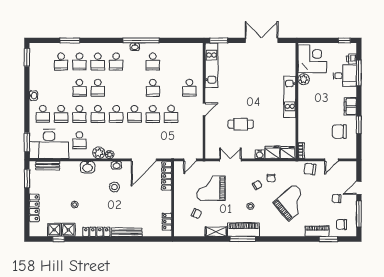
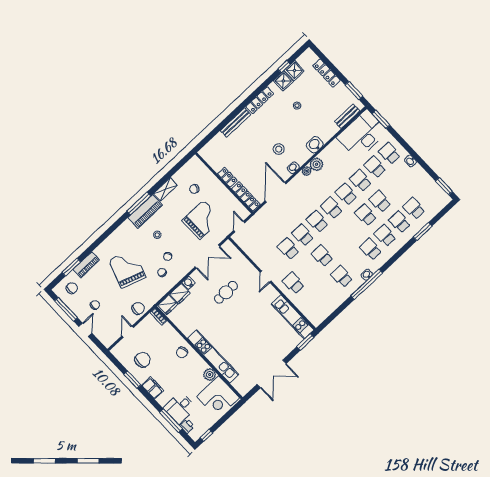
kitchen unit: (290, 97) -> (213, 356), width x1.36
chair: (308, 112) -> (182, 352), added
school desk: (79, 140) -> (341, 160), removed
double door: (230, 160) -> (207, 257), width x1.37
grand piano: (292, 203) -> (127, 269), turned 149
locker: (167, 222) -> (227, 177), moved

